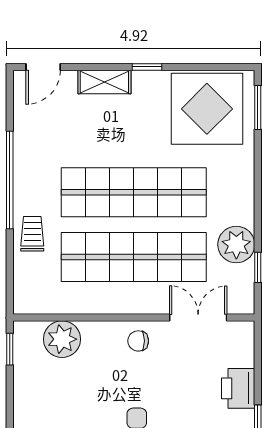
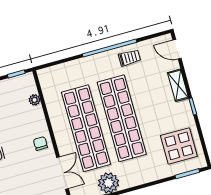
display table: (207, 109) -> (179, 146), width x0.73, depth x0.73
trolley: (32, 234) -> (129, 58), moved
plant: (62, 339) -> (35, 100), width x0.53, depth x0.53

